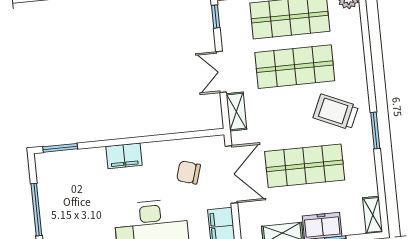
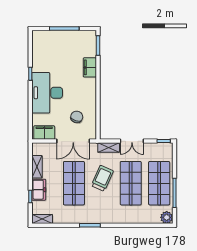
double door: (221, 72) -> (132, 141), swing flipped
trolley: (336, 112) -> (102, 178), moved
filing cabinet: (124, 156) -> (90, 67), moved

